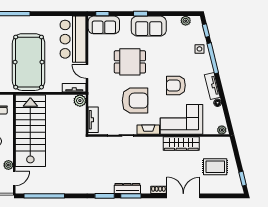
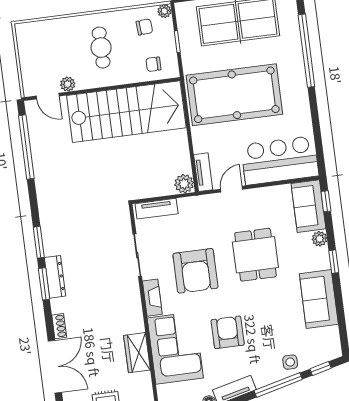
plant: (186, 21) -> (320, 239), moved
sofa: (149, 26) -> (319, 299), moved
wardrobe: (181, 144) -> (137, 353), width x0.67

